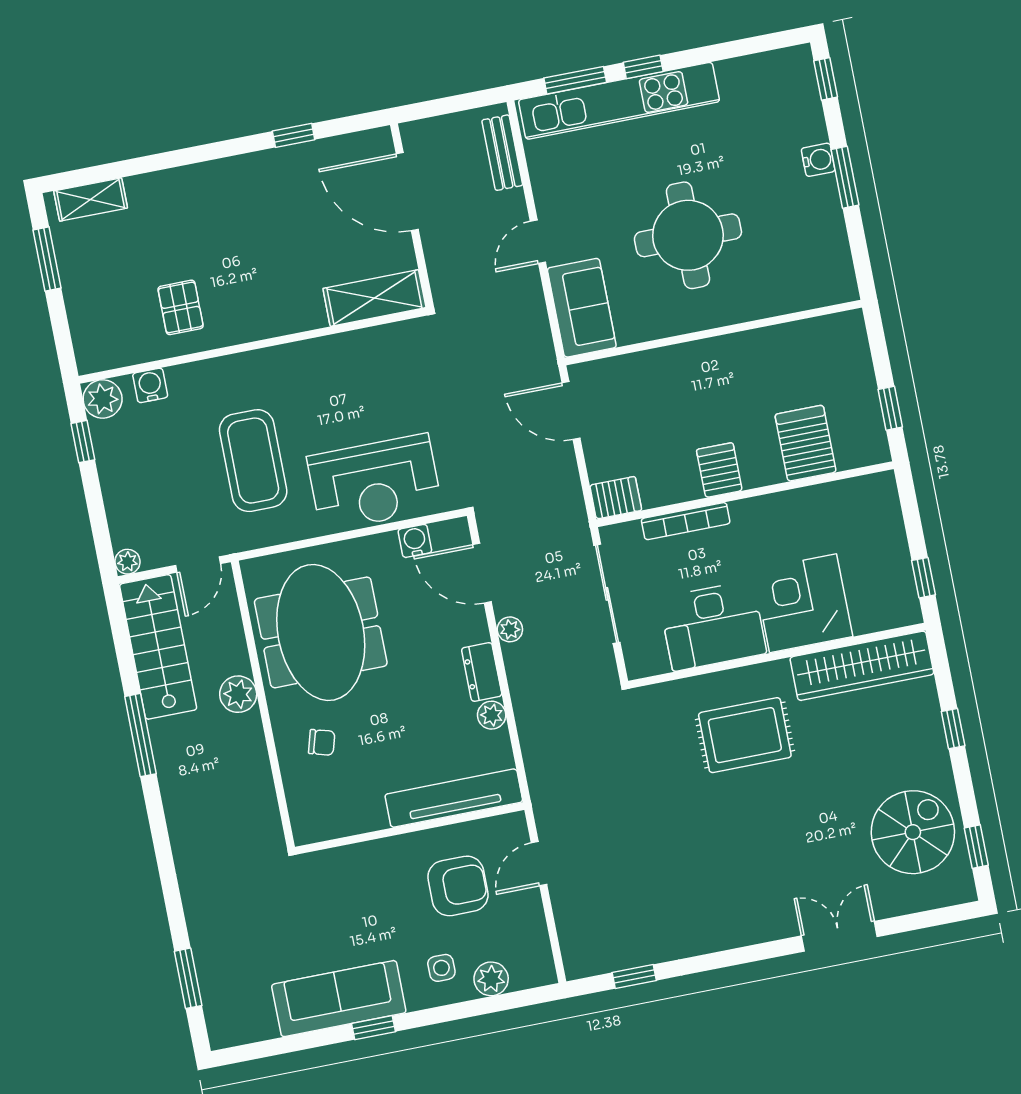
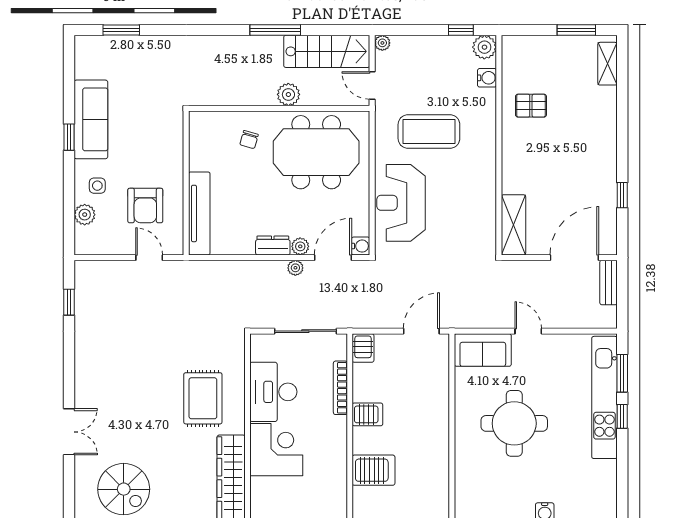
bench: (502, 153) -> (609, 282), moved, turned 90
water cooler: (415, 541) -> (361, 246), moved
plant: (492, 715) -> (300, 246), moved

